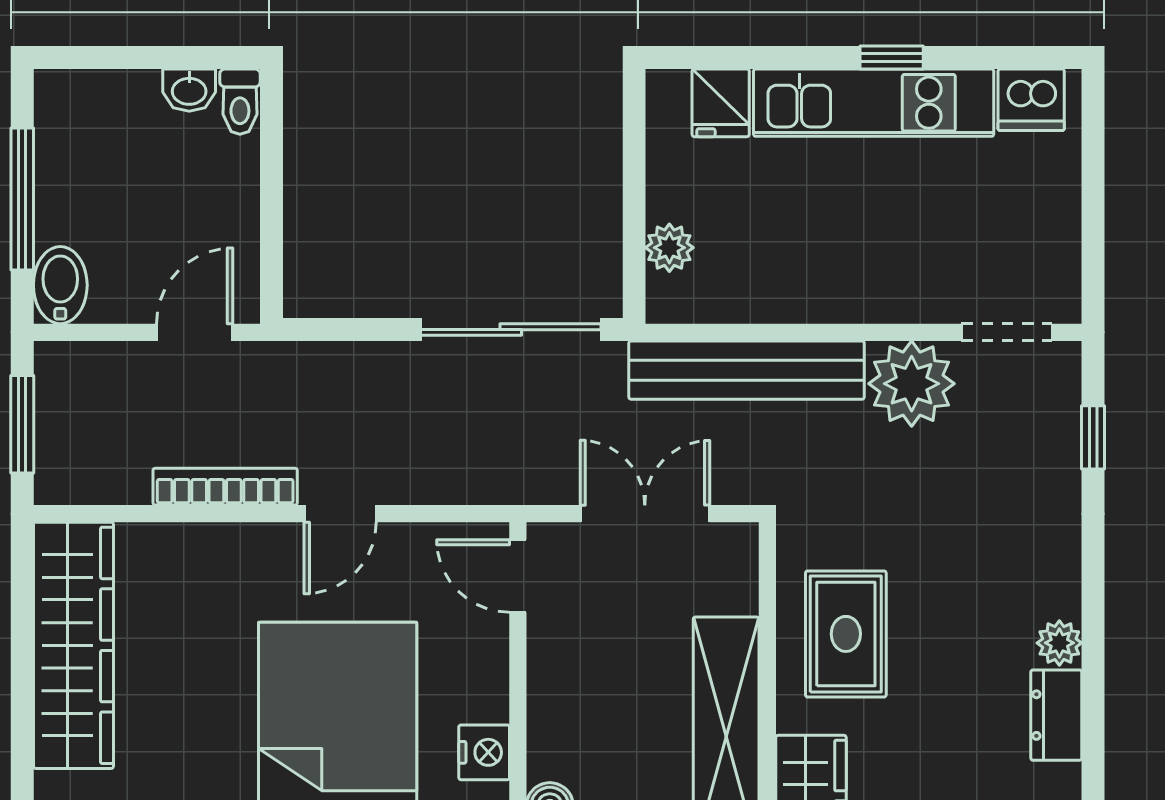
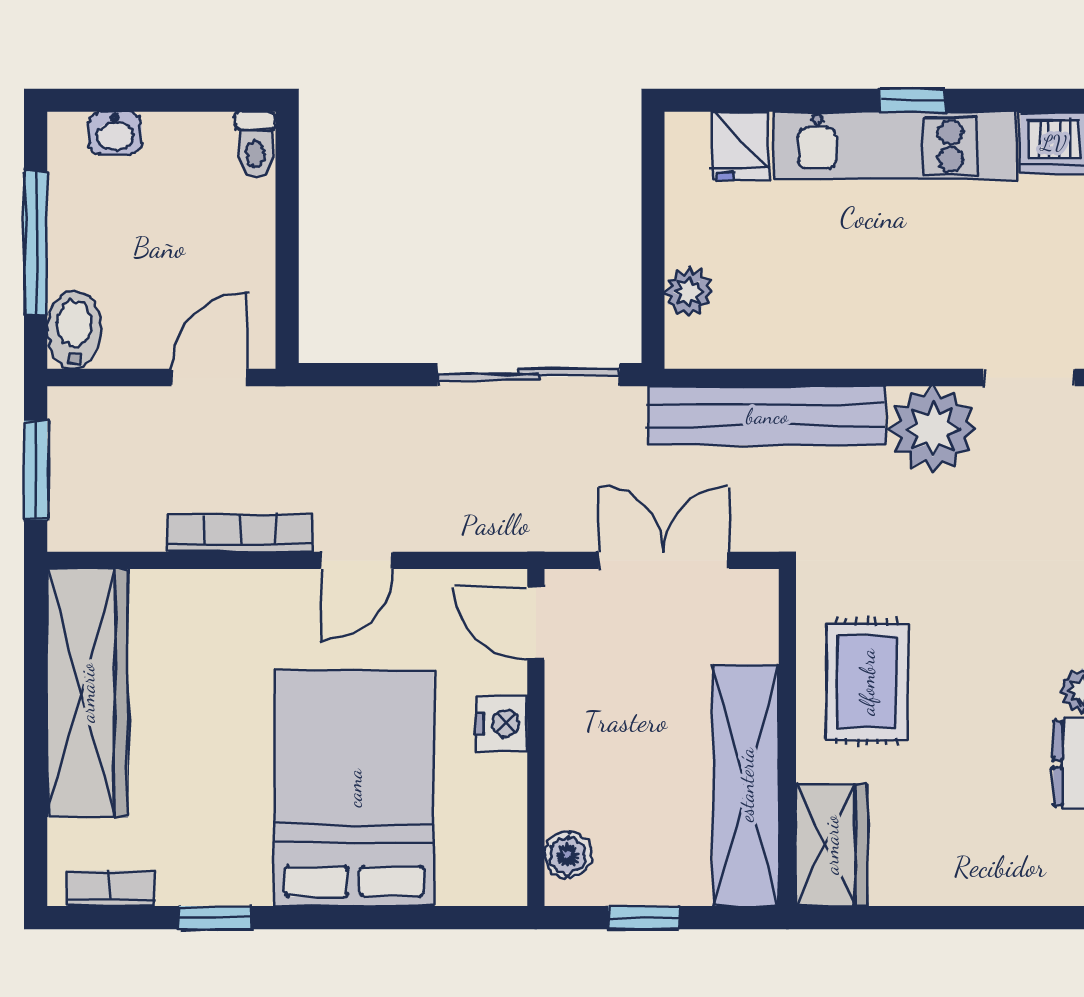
washbasin: (189, 90) -> (115, 133), moved
nightstand: (484, 752) -> (502, 723), moved

